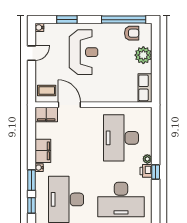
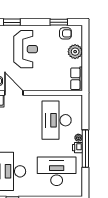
window: (124, 20) -> (59, 22), width x0.47
window: (156, 172) -> (85, 149), width x3.17
desk: (121, 199) -> (57, 171), turned 180

